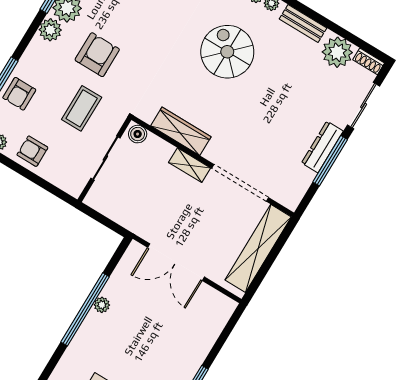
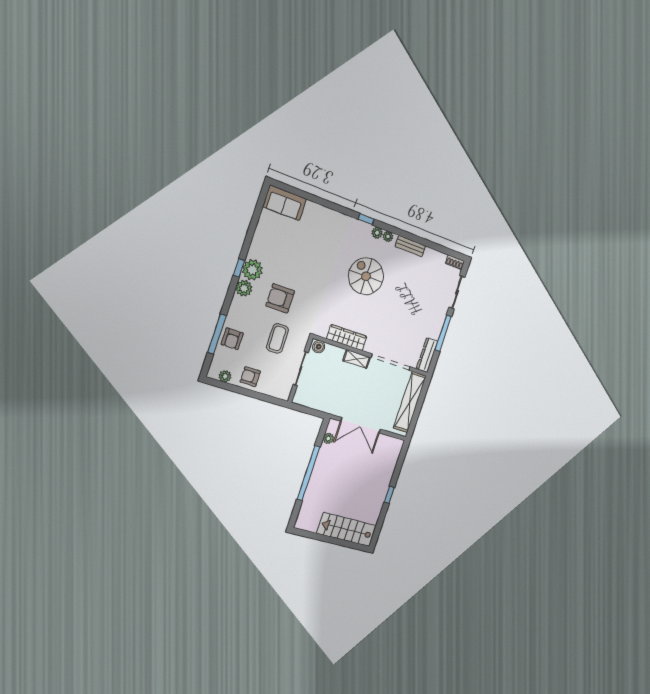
plant: (337, 52) -> (435, 261), removed
armchair: (97, 55) -> (280, 298), turned -90
dresser: (322, 147) -> (427, 355), moved
plant: (102, 305) -> (328, 438), moved

